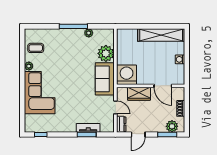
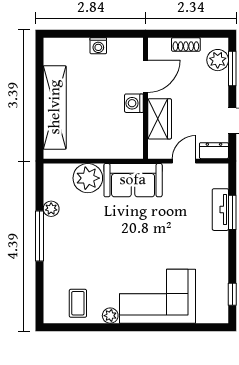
shelving: (161, 35) -> (55, 107), moved
washing machine: (127, 75) -> (134, 103), moved, width x0.53, depth x0.53

